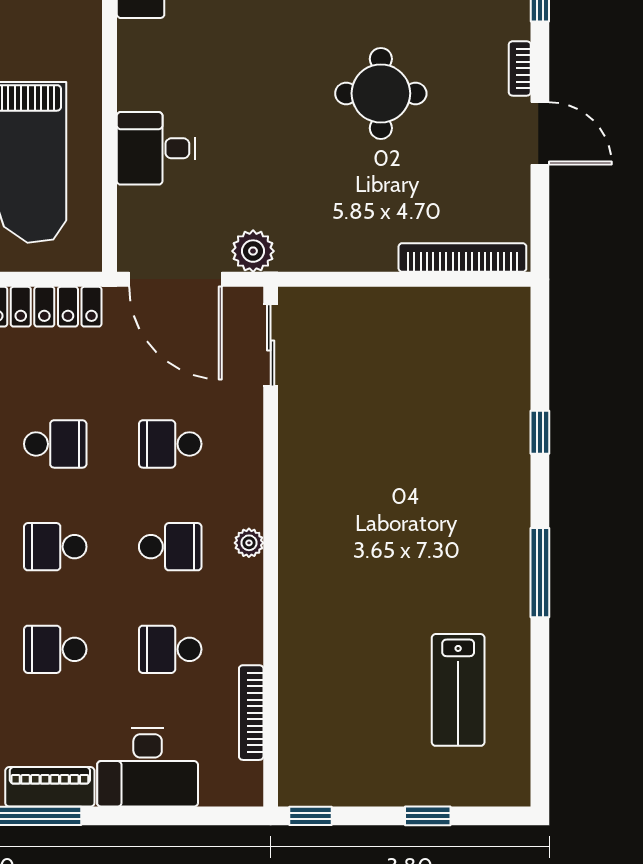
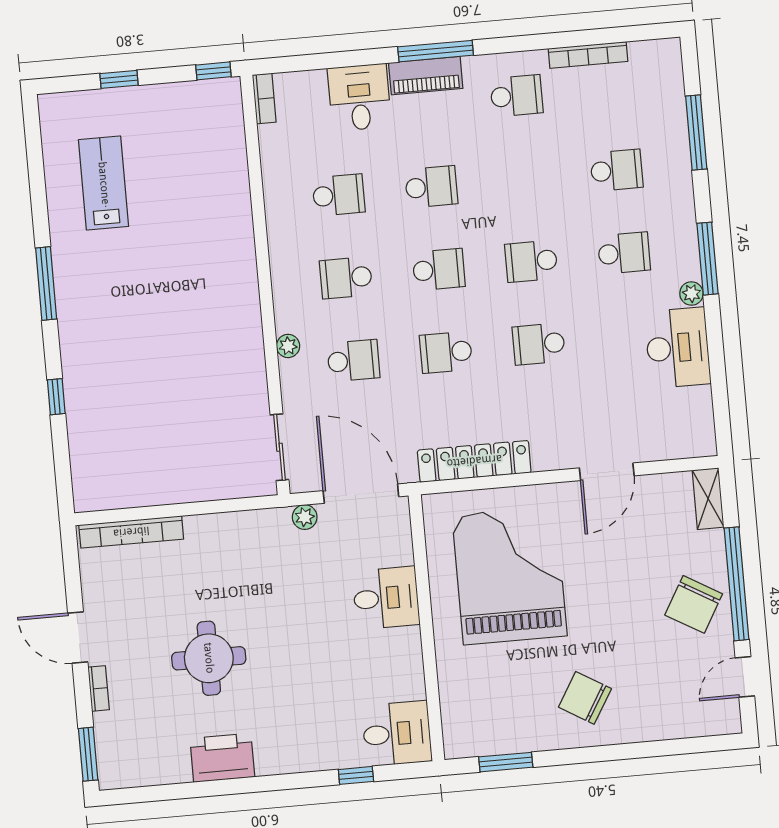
plant: (253, 251) -> (305, 517), width x0.73, depth x0.73
plant: (249, 543) -> (288, 346), moved
bookcase: (251, 713) -> (264, 98), moved, width x0.64
desk: (148, 767) -> (359, 97), width x0.73

